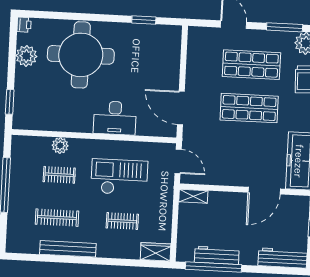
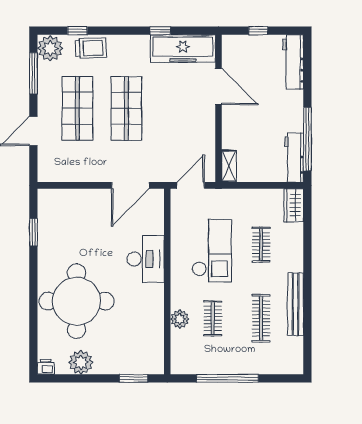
checkout: (119, 177) -> (212, 251), turned 180
workbench: (217, 255) -> (294, 157), moved

